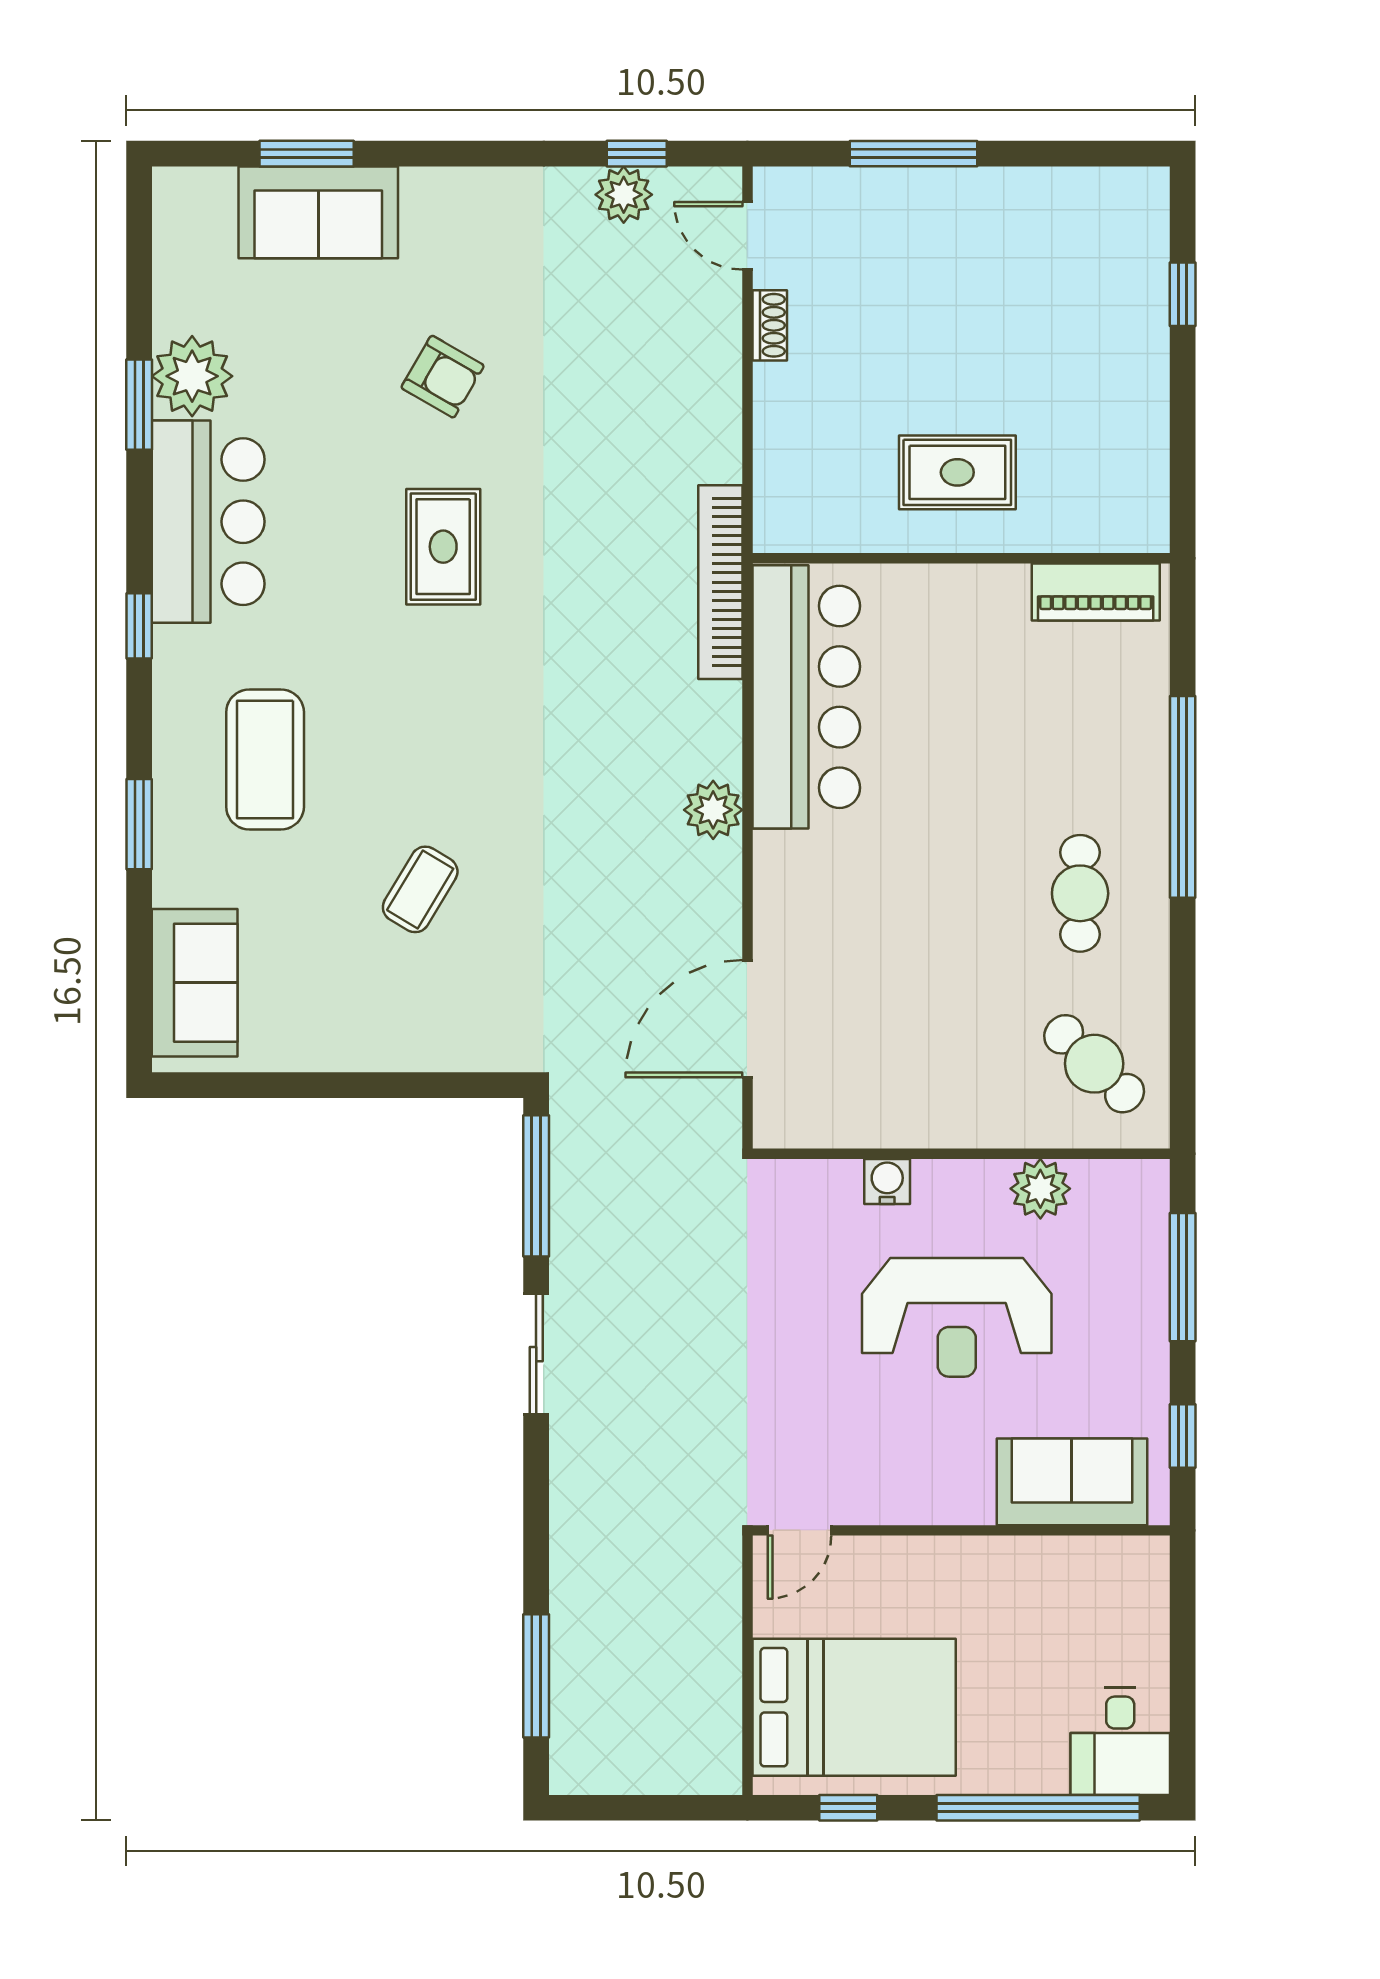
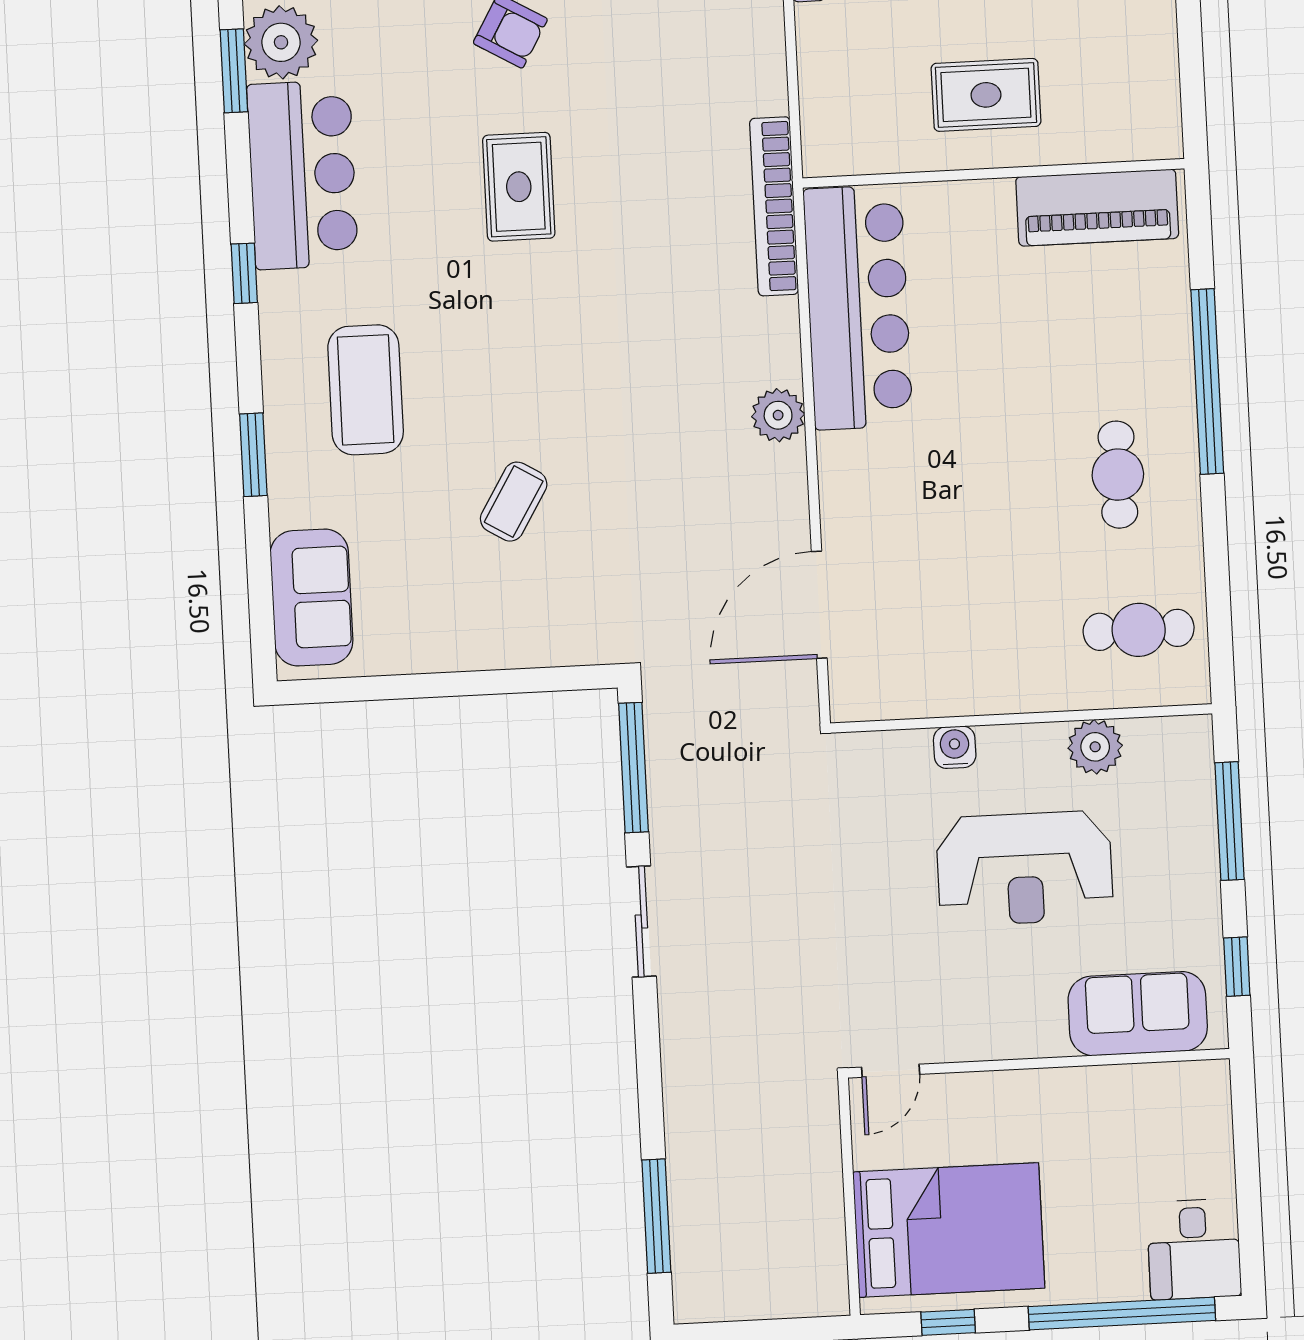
piano: (1096, 592) -> (1097, 208), width x1.37, depth x1.33
cafe table: (1094, 1064) -> (1139, 630), turned -44

